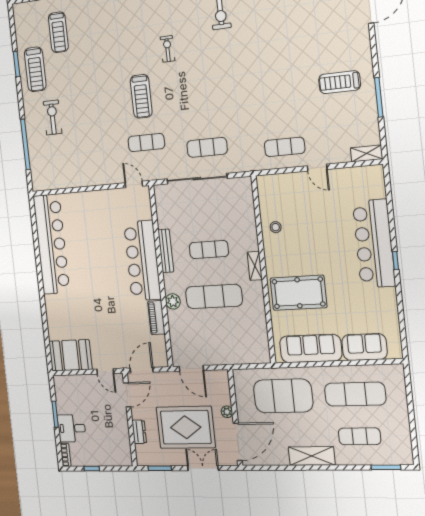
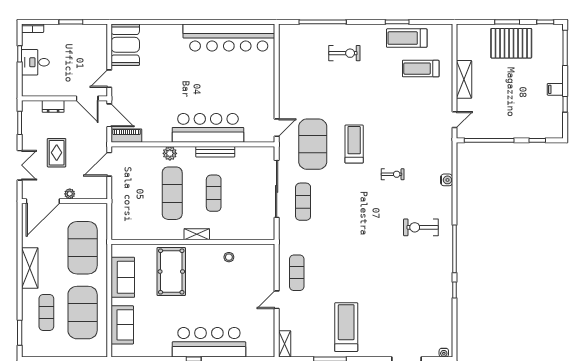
treadmill: (35, 69) -> (407, 38), moved
treadmill: (340, 82) -> (346, 327), width x1.37, depth x1.38
treadmill: (141, 96) -> (354, 144), turned 90
exercise mat: (146, 143) -> (313, 144), width x2.00, depth x1.45
piano: (156, 318) -> (126, 136), moved
sofa: (311, 348) -> (123, 277), width x0.73
exercise mat: (355, 394) -> (83, 313), width x1.47
rug: (186, 427) -> (57, 153), width x0.54, depth x0.49
desk: (72, 428) -> (35, 62), moved, turned -90
door: (238, 442) -> (43, 201), hinge flipped

